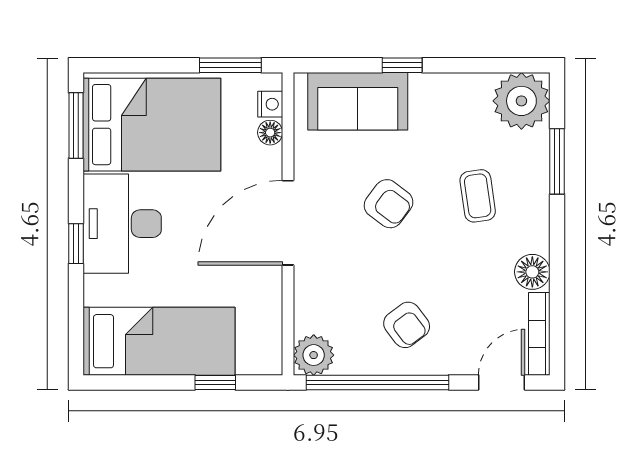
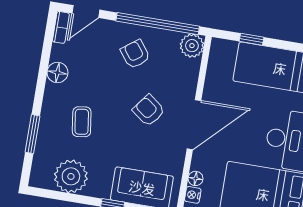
plant: (521, 101) -> (71, 176), moved
armchair: (389, 204) -> (149, 110), moved
bookcase: (539, 334) -> (61, 27), width x0.64

